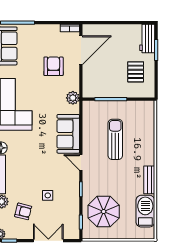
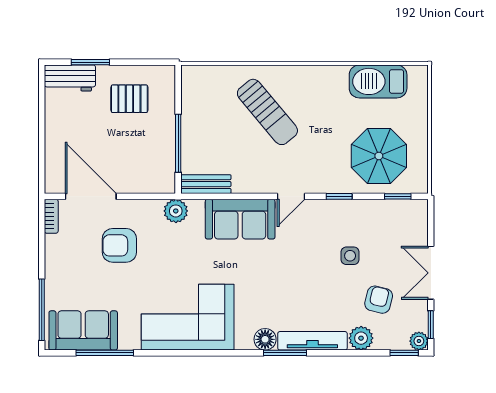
sun lounger: (115, 139) -> (267, 112), moved, turned -130
bench: (149, 180) -> (206, 184), moved
double door: (48, 241) -> (431, 273), moved

